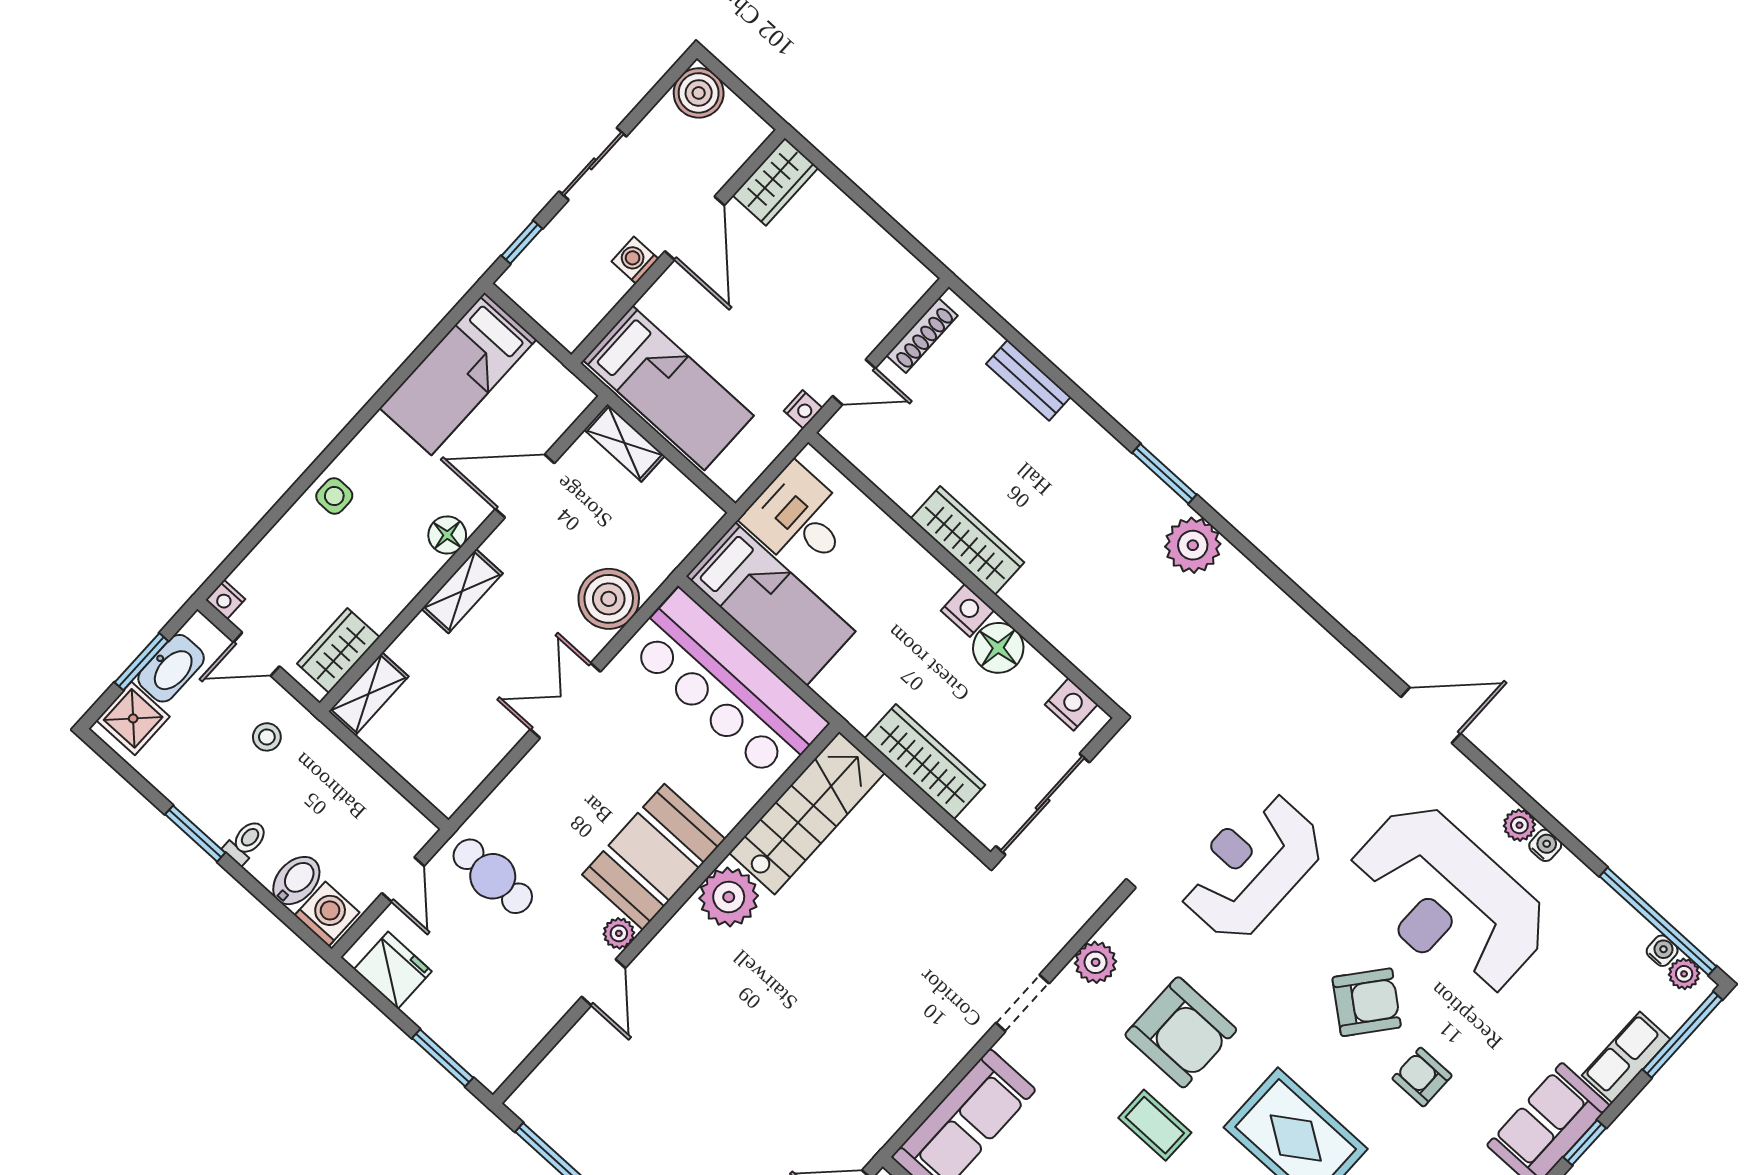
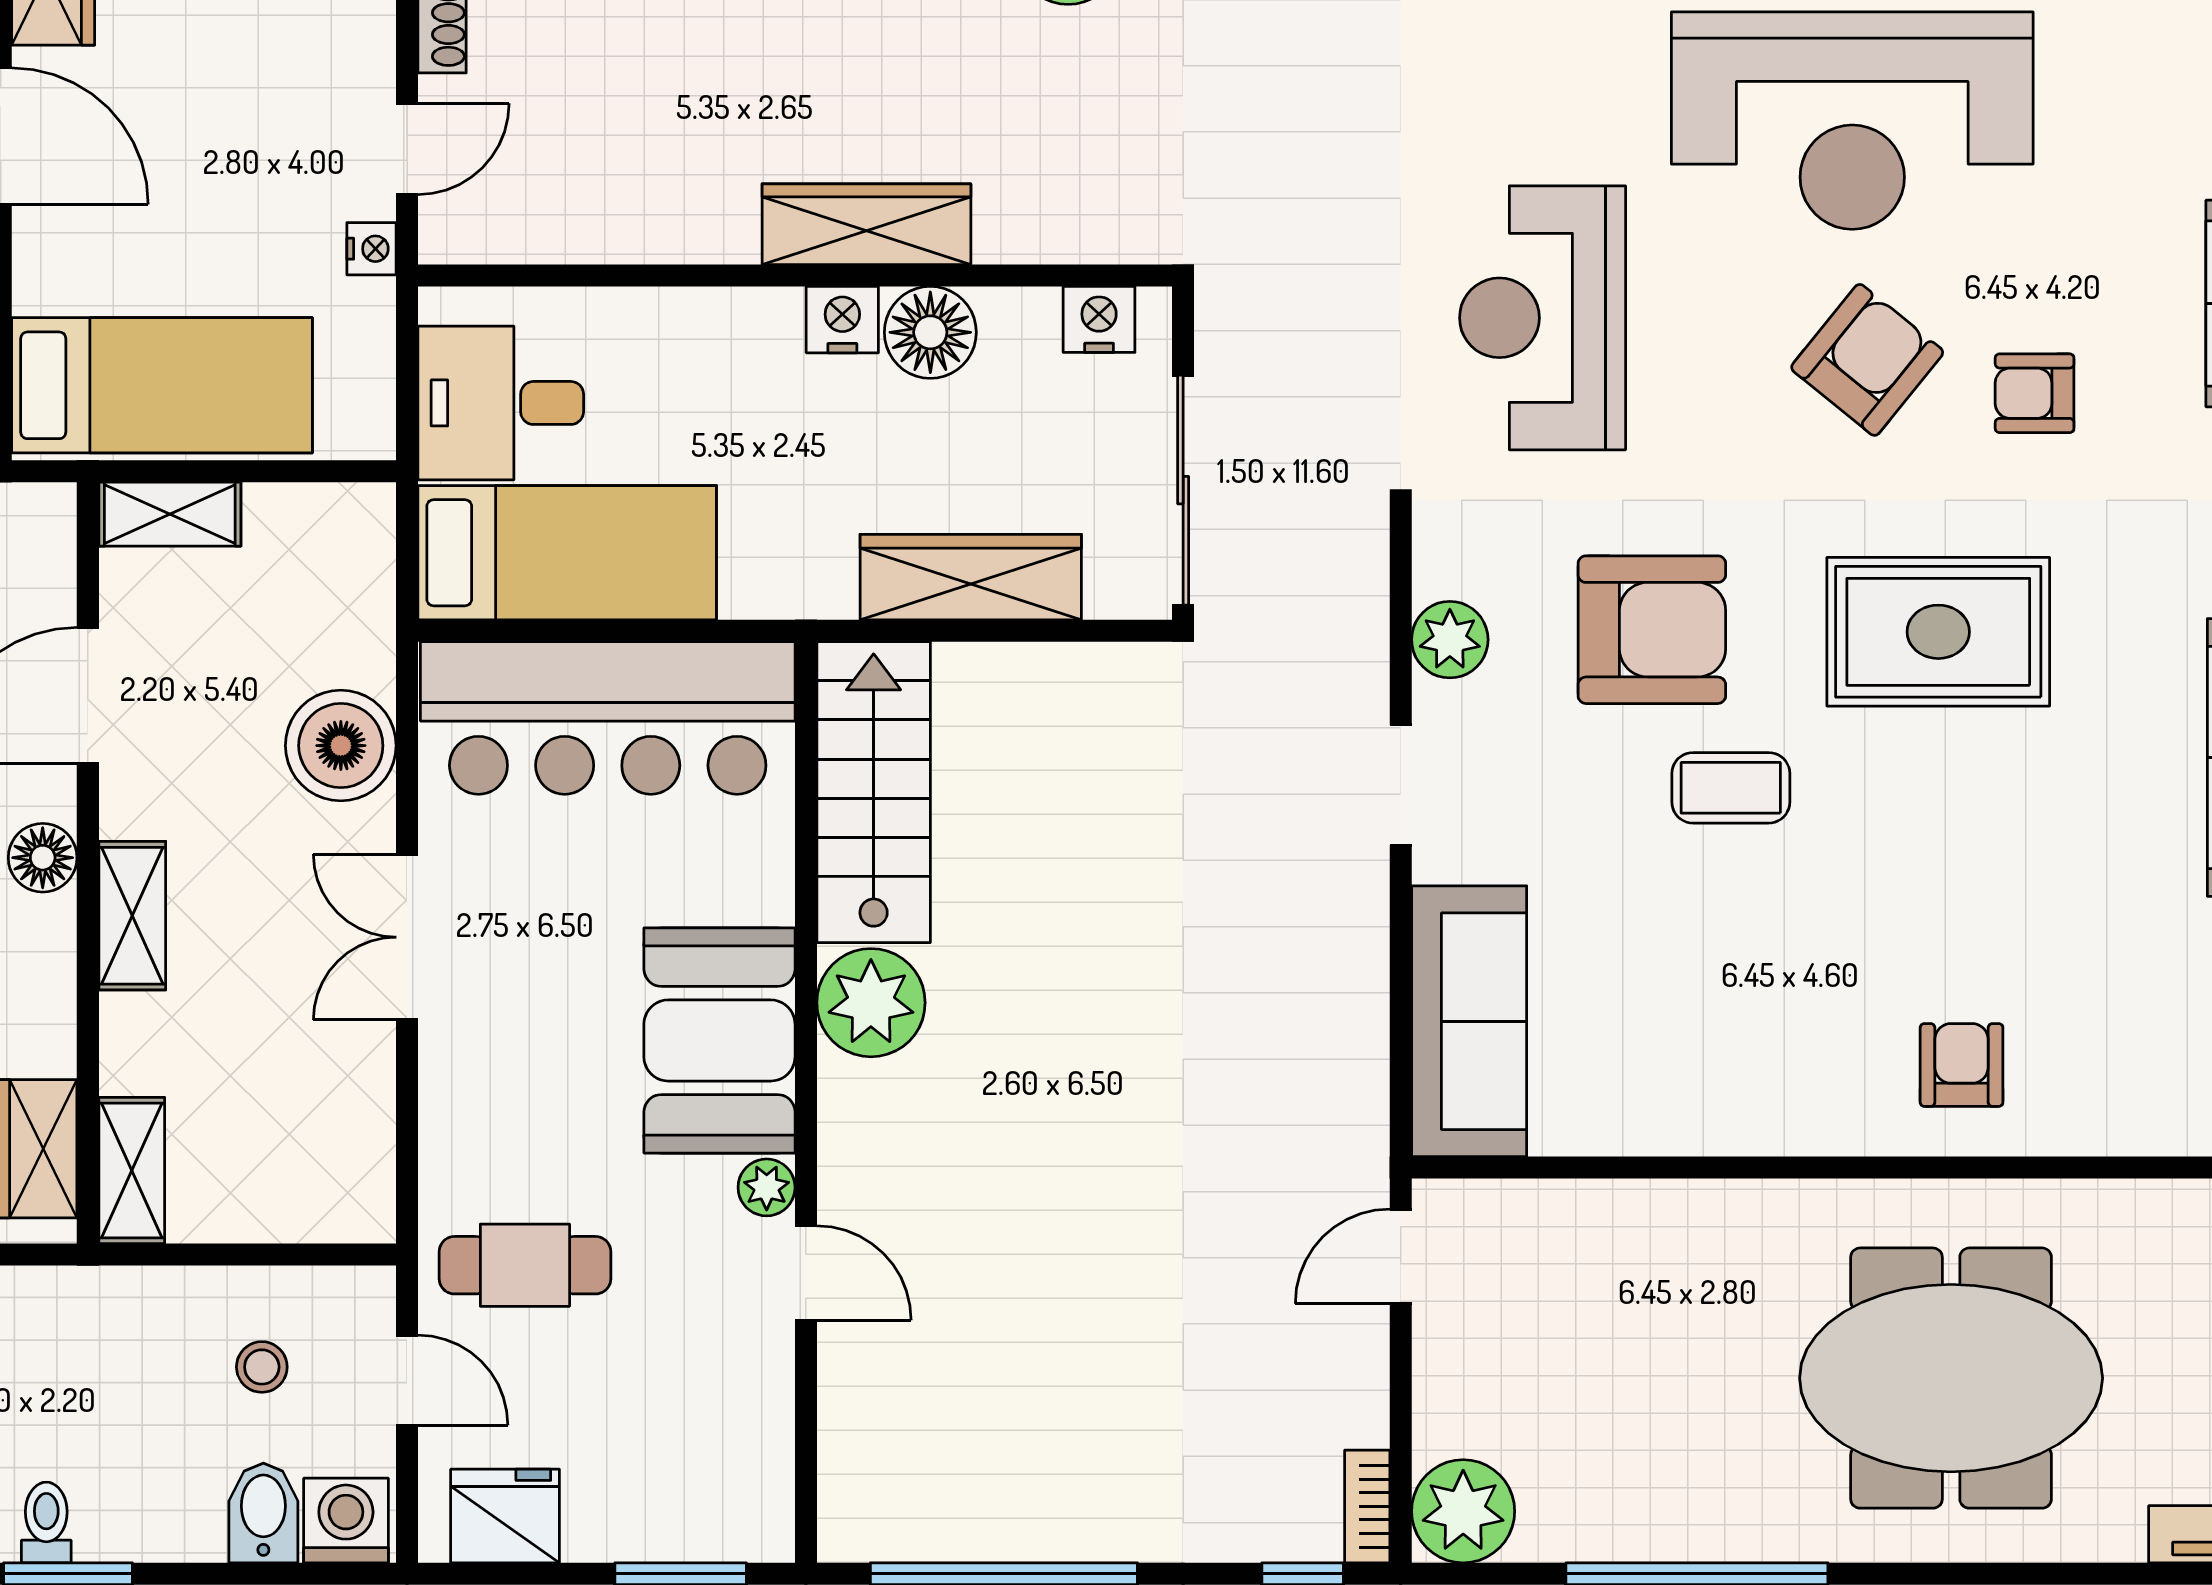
wardrobe: (967, 540) -> (866, 224), moved
stool: (267, 737) -> (262, 1367), moved
toilet: (246, 842) -> (46, 1522), moved

